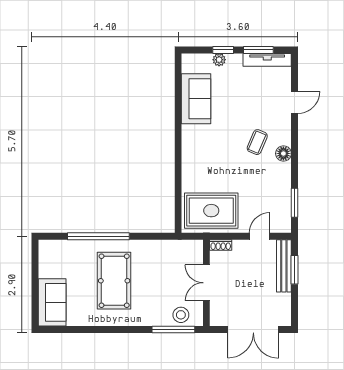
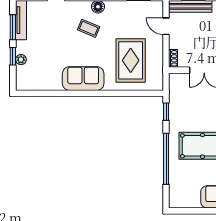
sofa: (196, 99) -> (83, 79), moved
rug: (211, 211) -> (131, 60), moved
window: (156, 236) -> (166, 112), added

